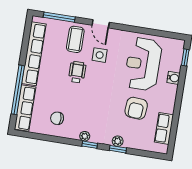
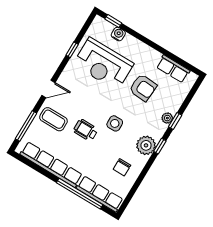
window: (144, 31) -> (72, 50), added
side table: (100, 55) -> (115, 123), moved
water cooler: (173, 78) -> (118, 34), moved
plant: (85, 136) -> (146, 145), width x1.88, depth x1.88

